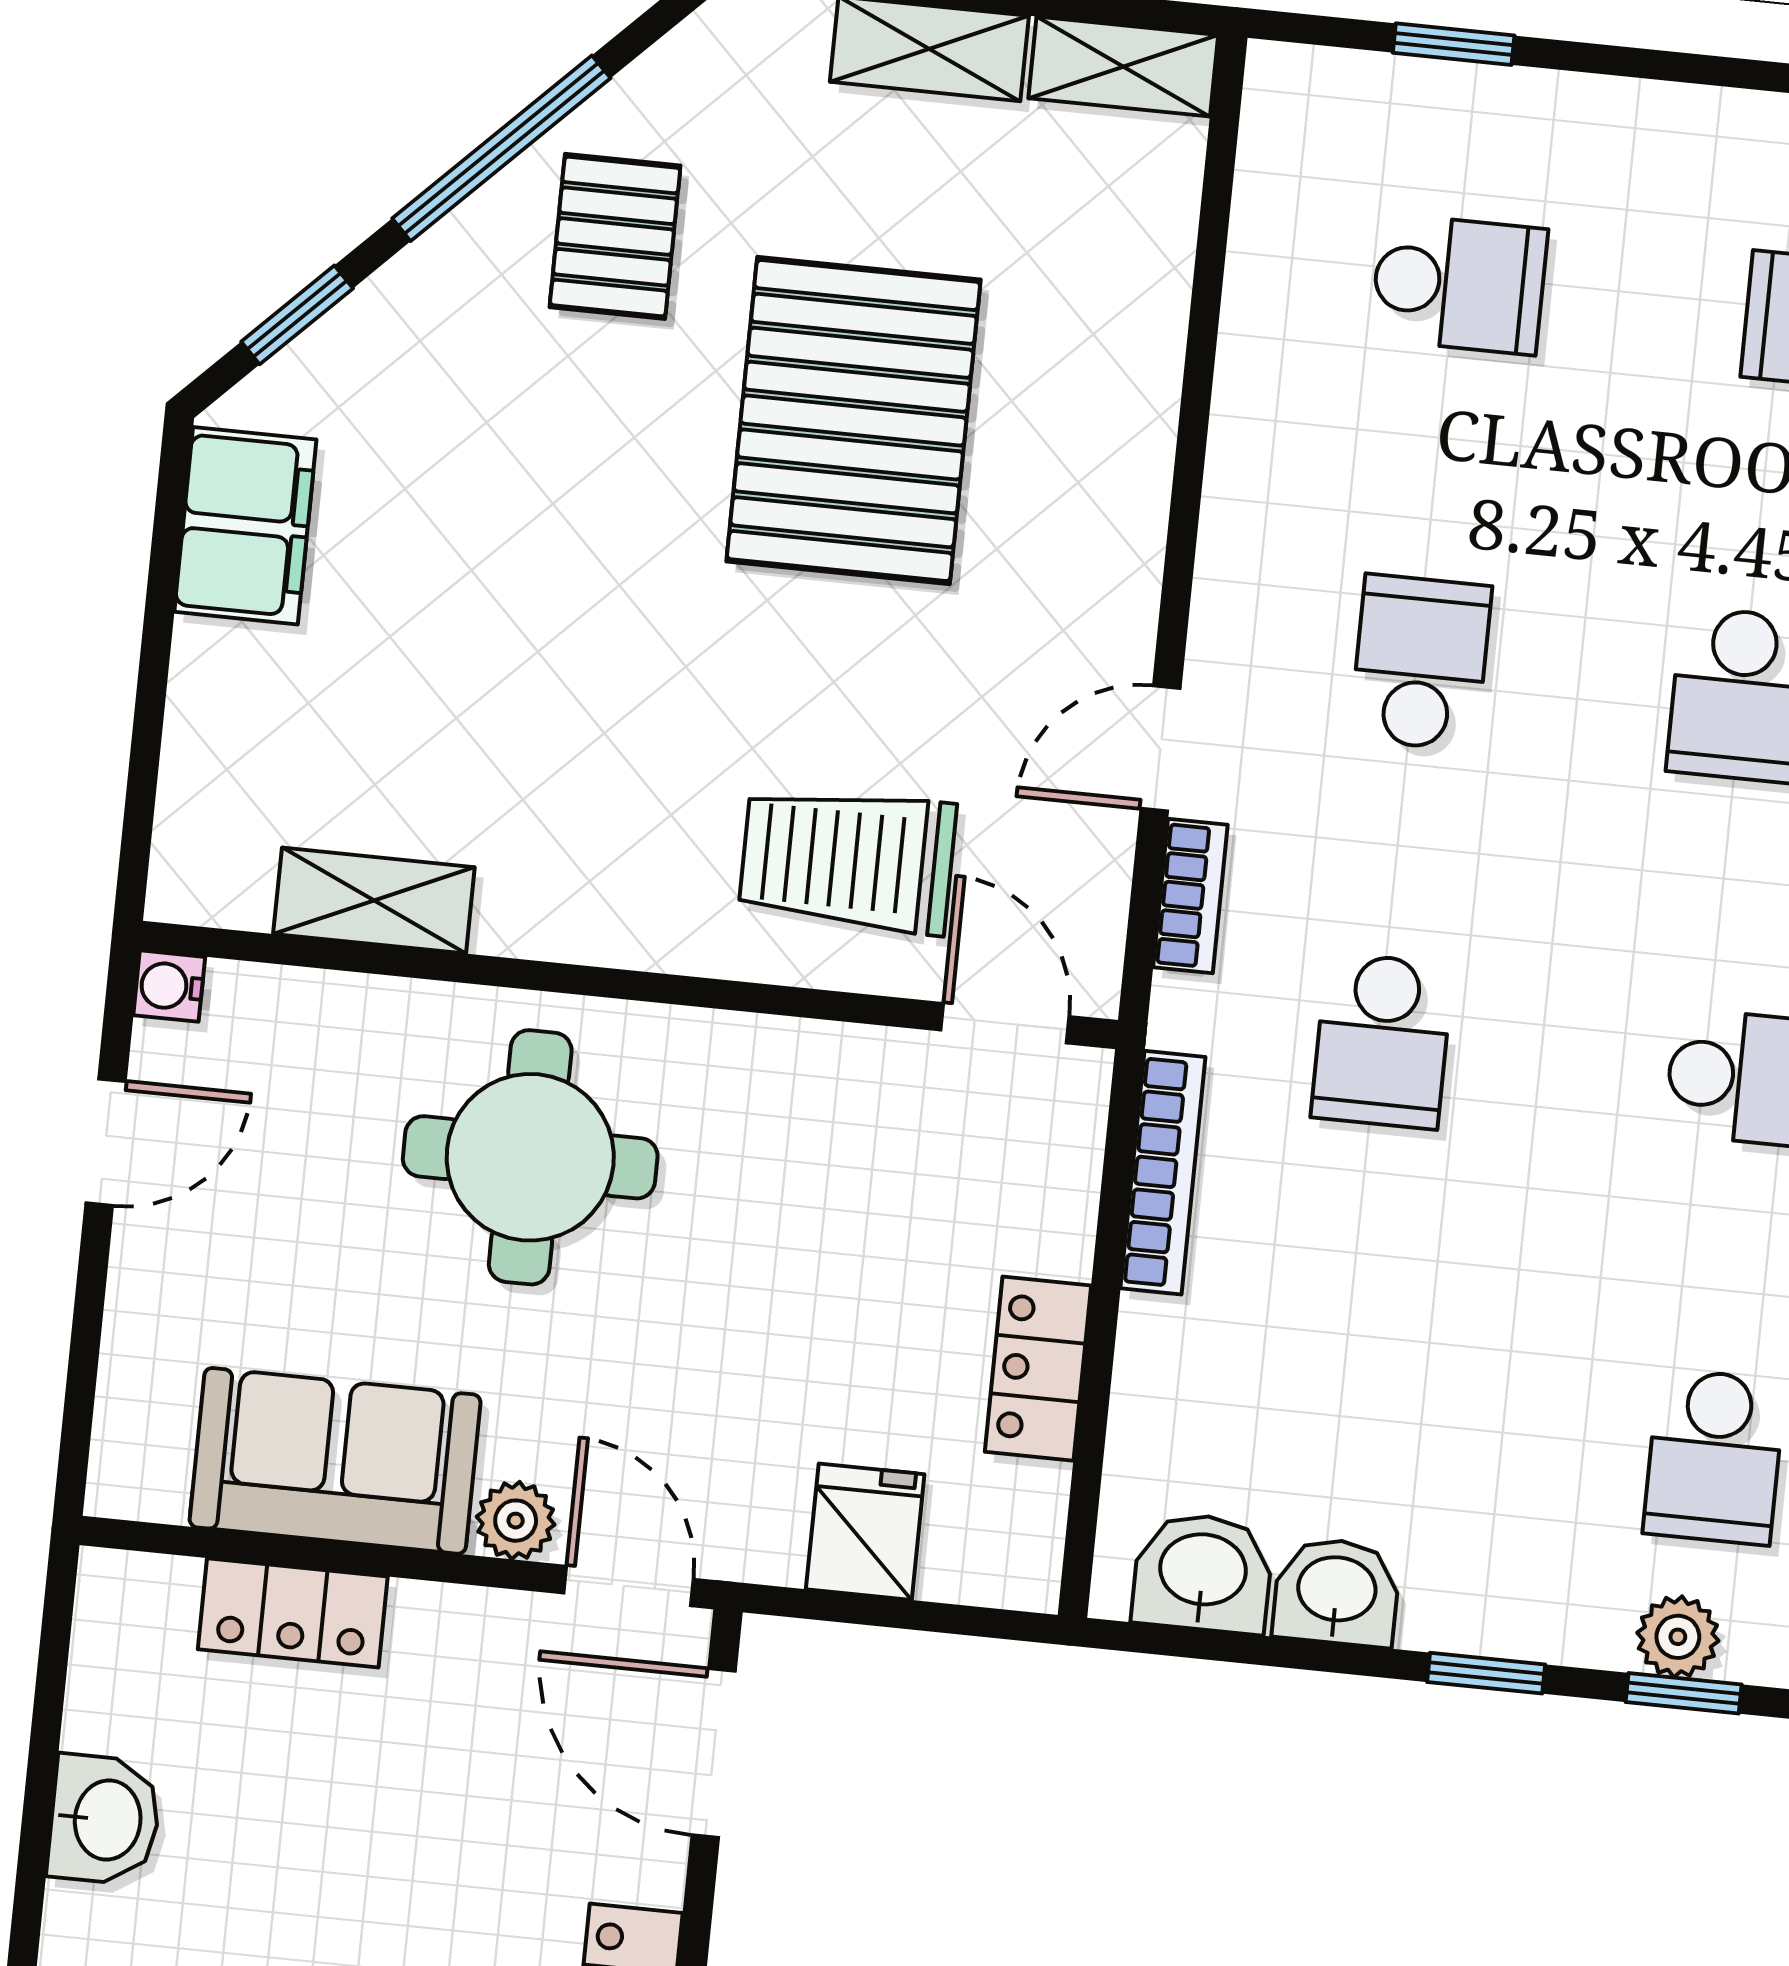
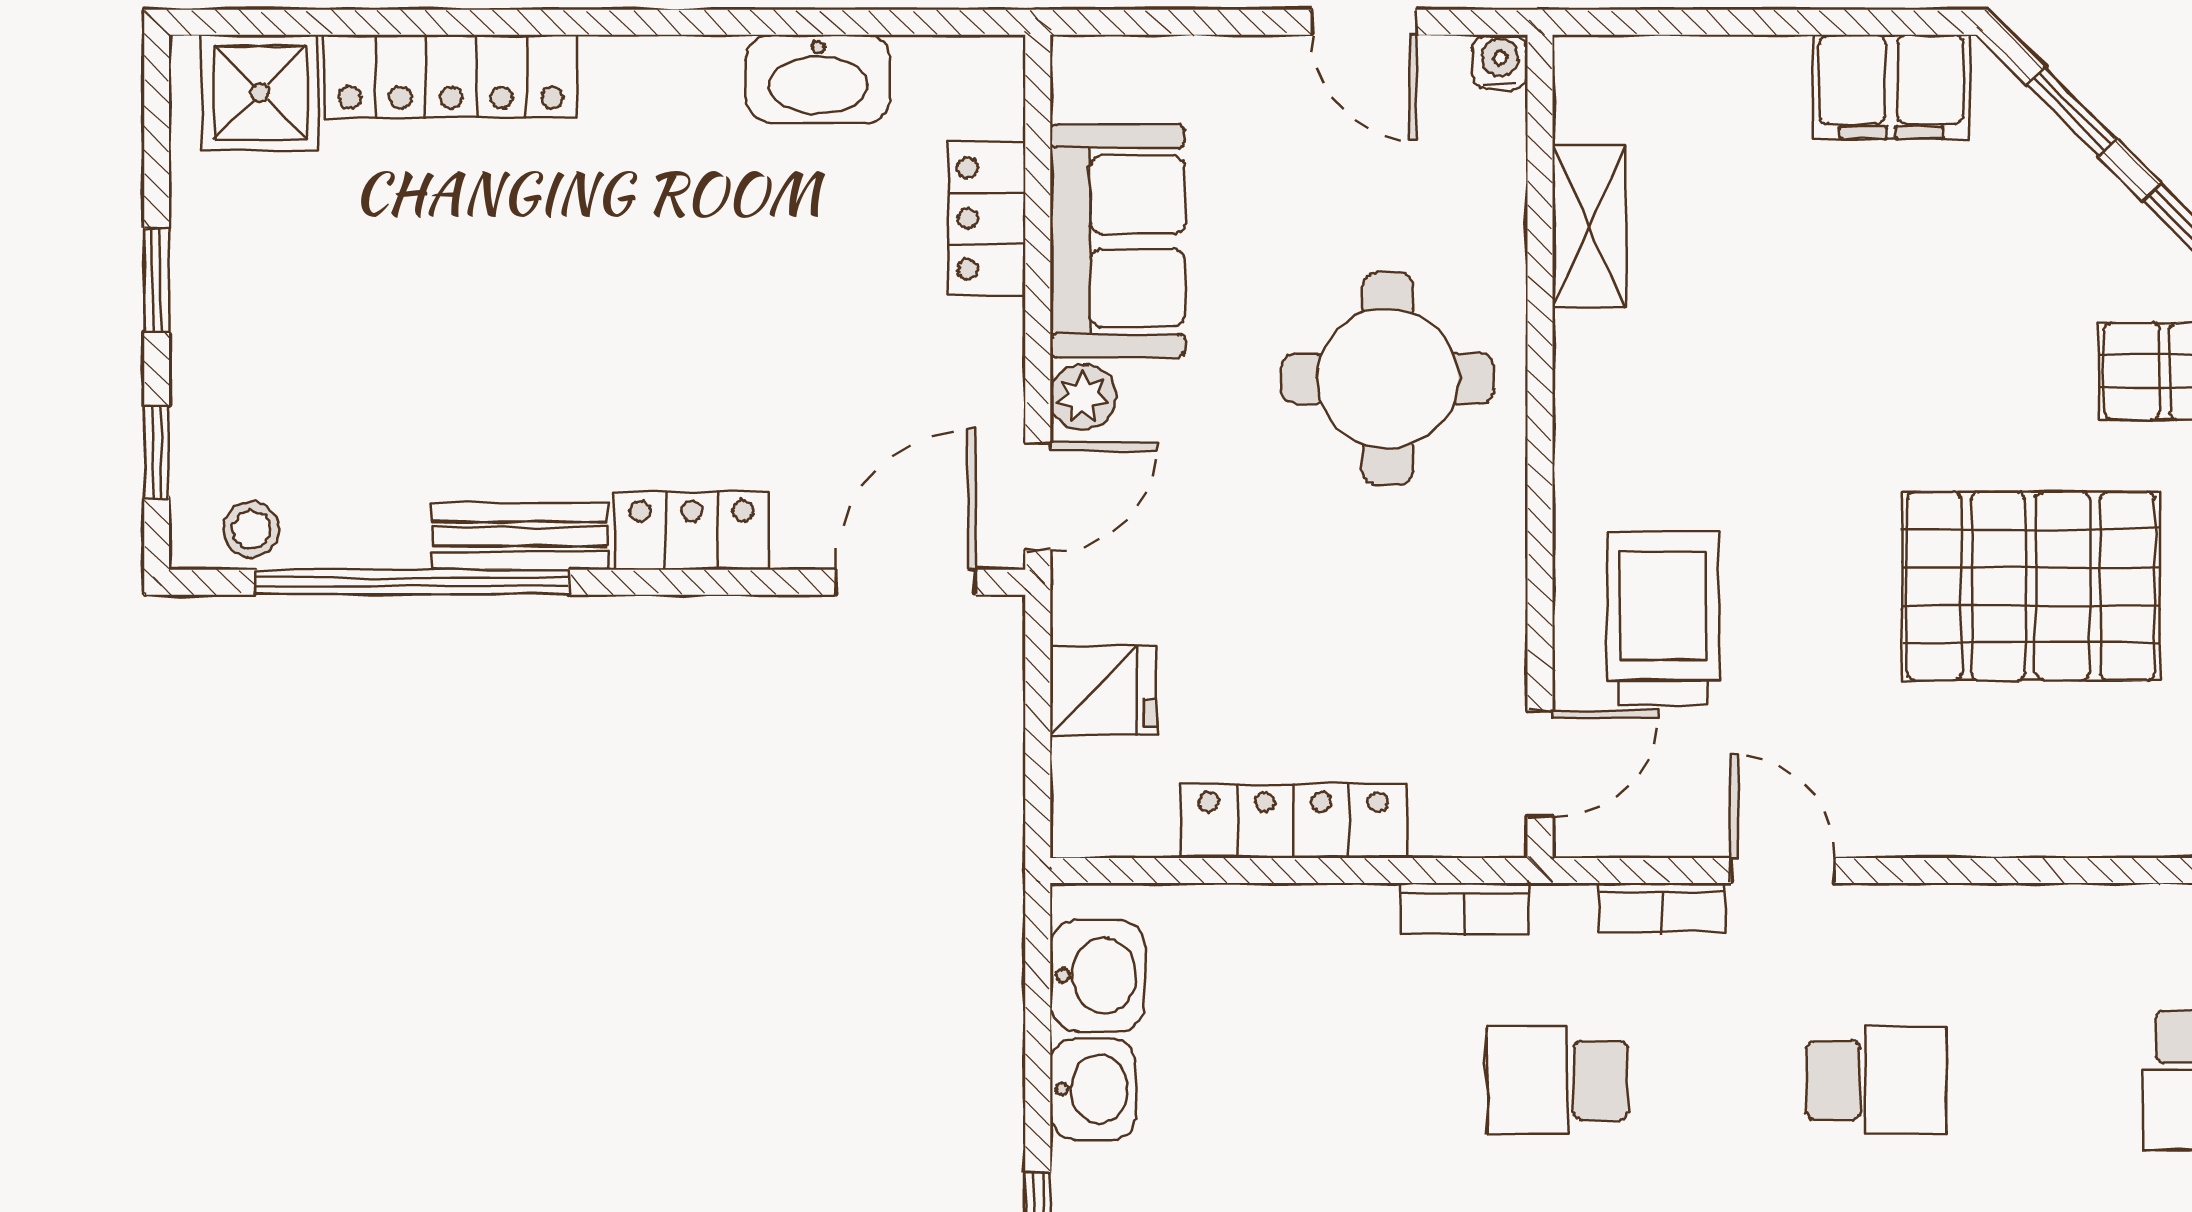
bookcase: (1163, 1173) -> (1465, 908), width x0.64
locker: (1038, 1369) -> (1293, 821), width x1.53
washbasin: (105, 1820) -> (818, 79), width x1.38

